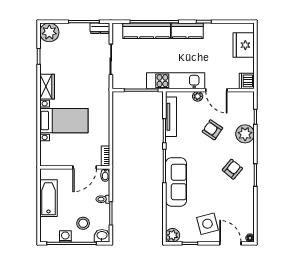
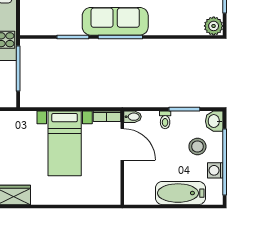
tv unit: (171, 117) -> (54, 28), removed
bed with nightstands: (64, 121) -> (65, 143), moved, turned 180
sofa: (176, 182) -> (115, 21), moved
bathtub: (48, 198) -> (180, 193), moved

